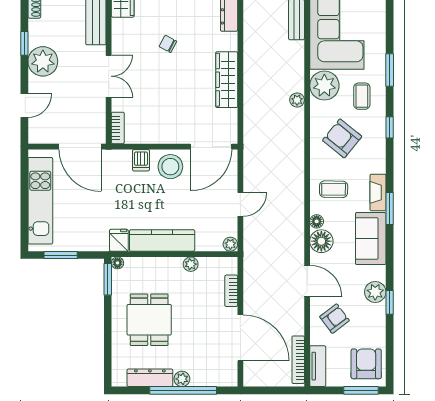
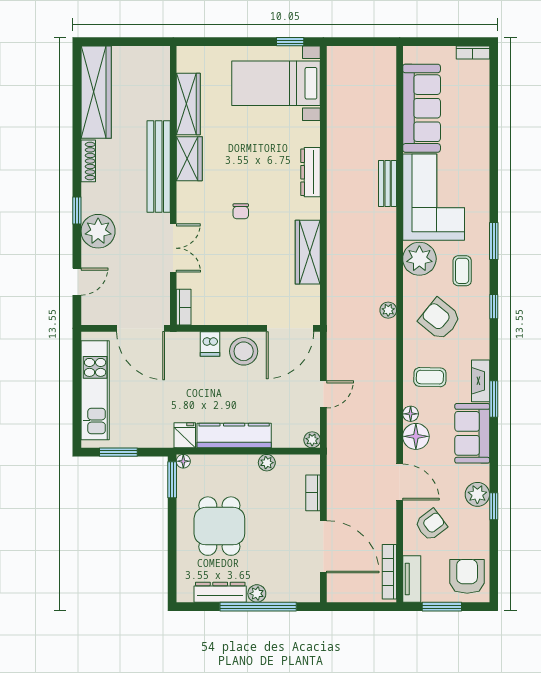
chair: (168, 44) -> (241, 211), turned -118
plant: (297, 100) -> (388, 310), moved
window: (361, 390) -> (442, 607), moved

